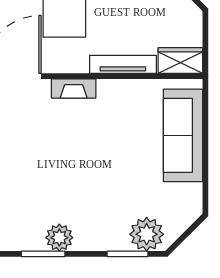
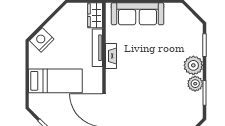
fireplace: (74, 88) -> (111, 56), moved
plant: (147, 234) -> (193, 65), moved

